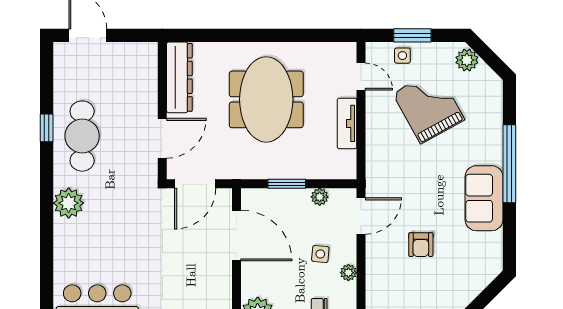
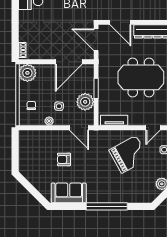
grand piano: (429, 106) -> (129, 154), moved
tv unit: (347, 123) -> (114, 120), moved
plant: (320, 197) -> (85, 102), width x1.87, depth x1.87
sofa: (484, 198) -> (69, 193), moved

